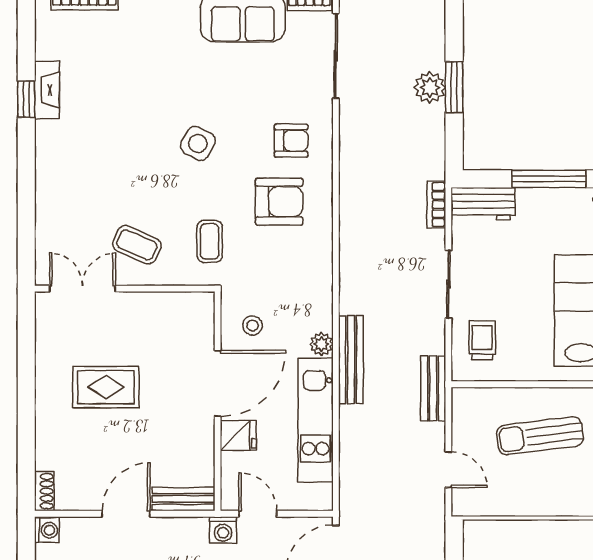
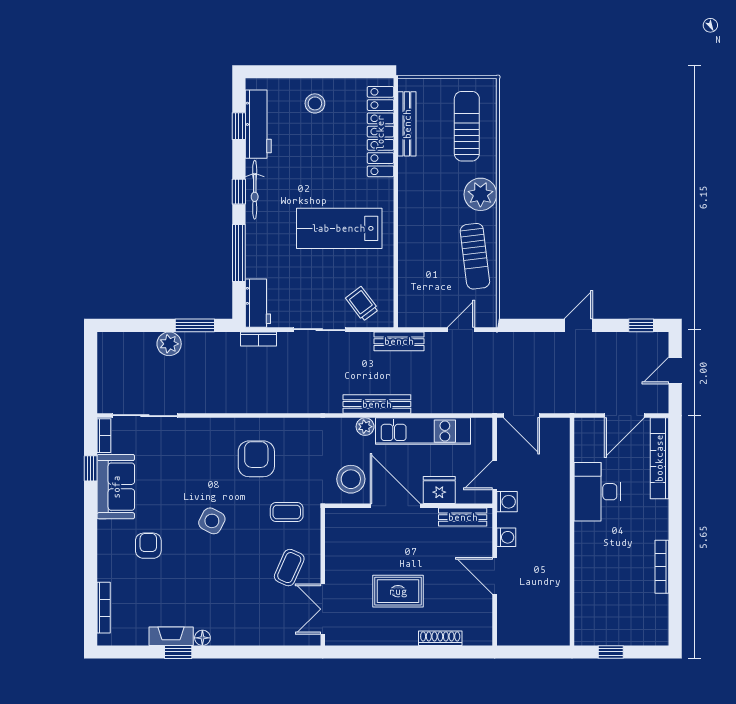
window: (454, 87) -> (195, 325), moved
floor lamp: (45, 131) -> (202, 638), added
armchair: (291, 141) -> (148, 546), moved
stool: (253, 325) -> (351, 479), width x1.89, depth x1.89
trolley: (482, 340) -> (362, 304), turned 53
rug: (106, 387) -> (398, 591), turned 90
fridge: (238, 436) -> (439, 490), width x1.38
sun lounger: (540, 436) -> (475, 256), moved
shoe rack: (44, 491) -> (440, 638), moved, width x1.43
bench: (184, 499) -> (463, 517), moved, turned 90
washing machine: (47, 530) -> (506, 537), moved, turned 90

